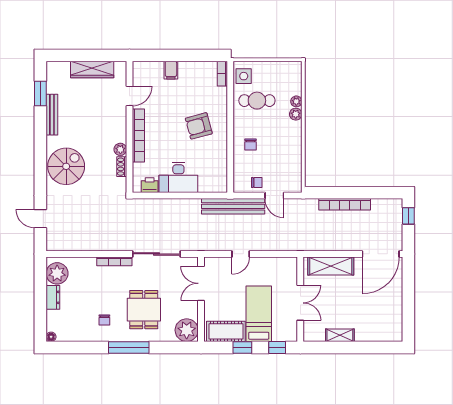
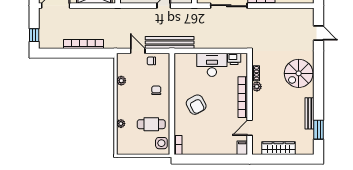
filing cabinet: (171, 70) -> (242, 148), moved
plant: (296, 114) -> (121, 81), moved
armchair: (199, 126) -> (196, 105), turned 77

